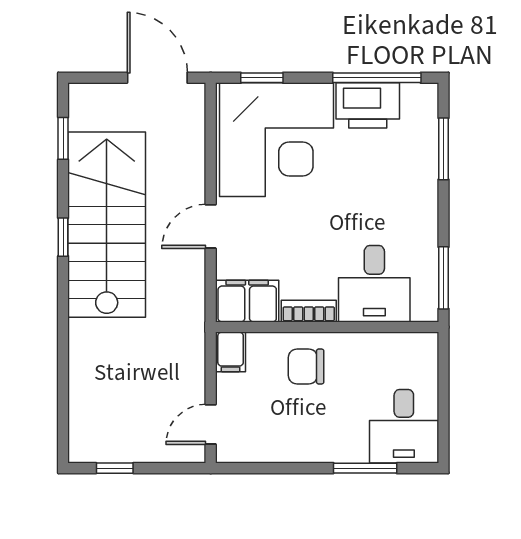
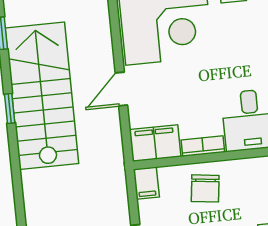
chair: (306, 367) -> (205, 188), turned -83

